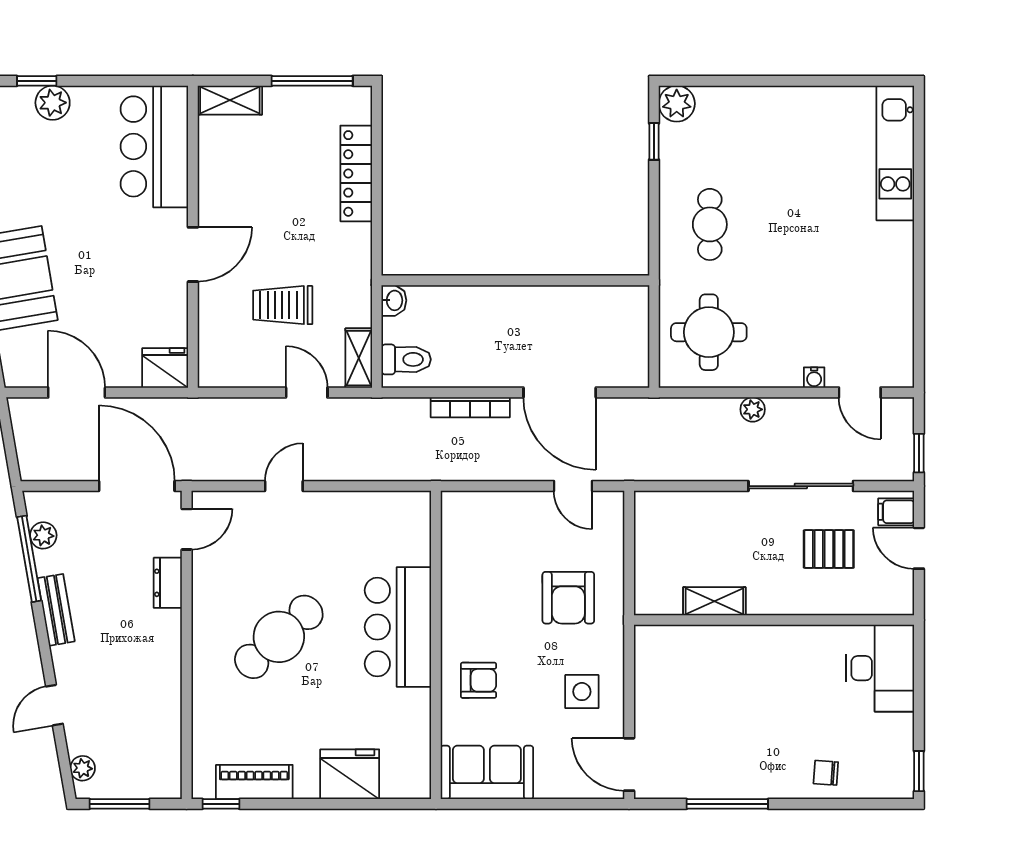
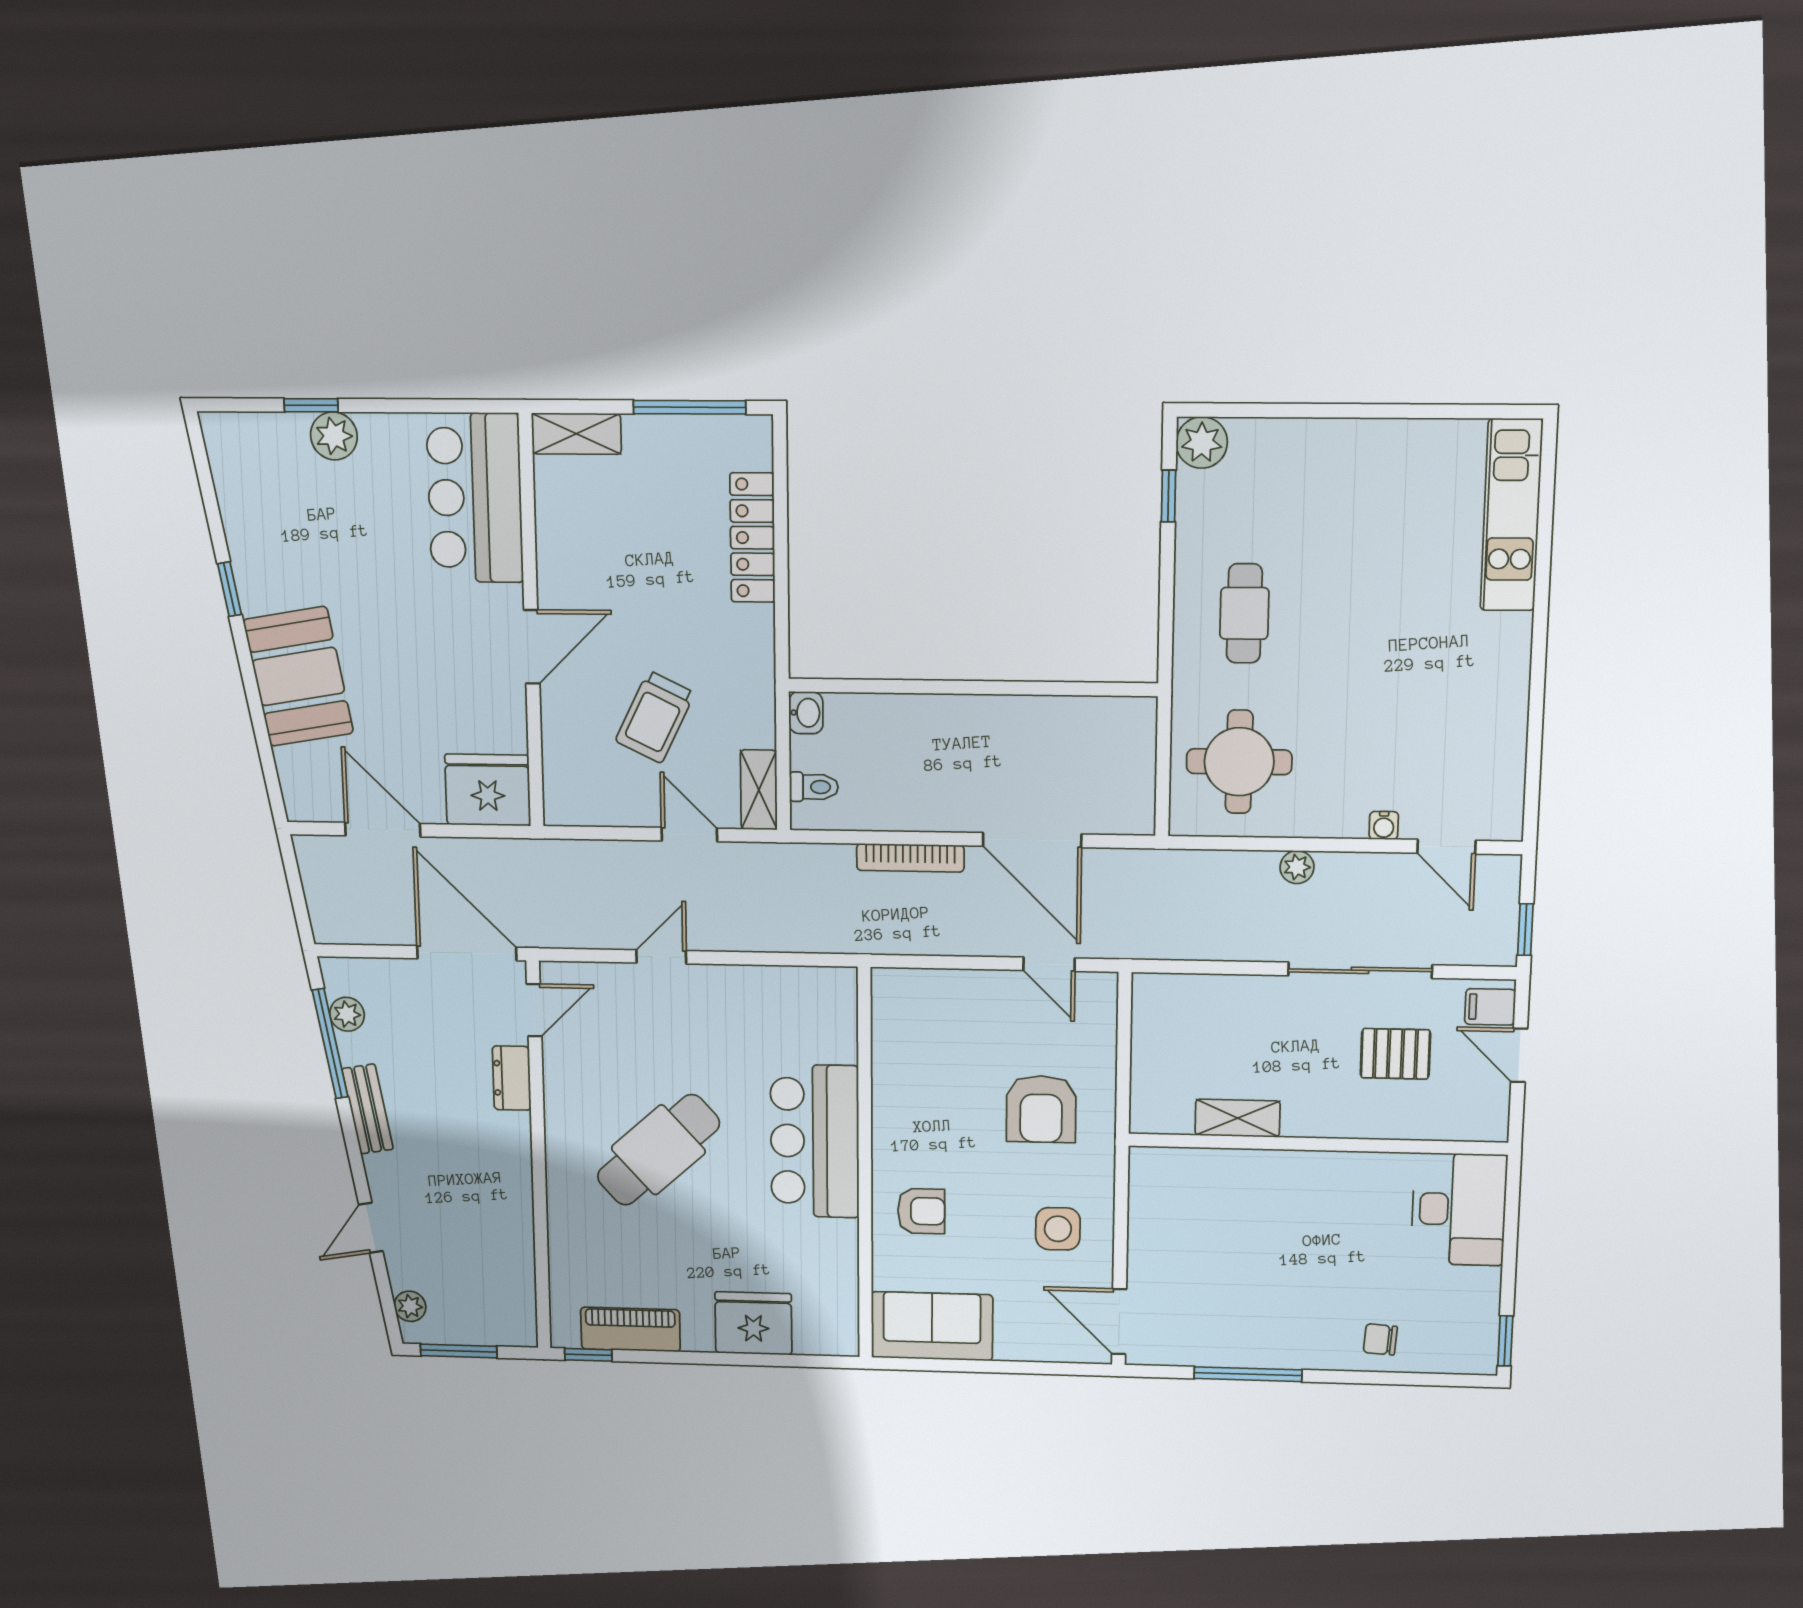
trolley: (283, 305) -> (655, 717), turned -64
toilet: (406, 359) -> (814, 787), width x0.73, depth x0.72
fridge: (165, 368) -> (488, 790), width x1.36, depth x1.34

